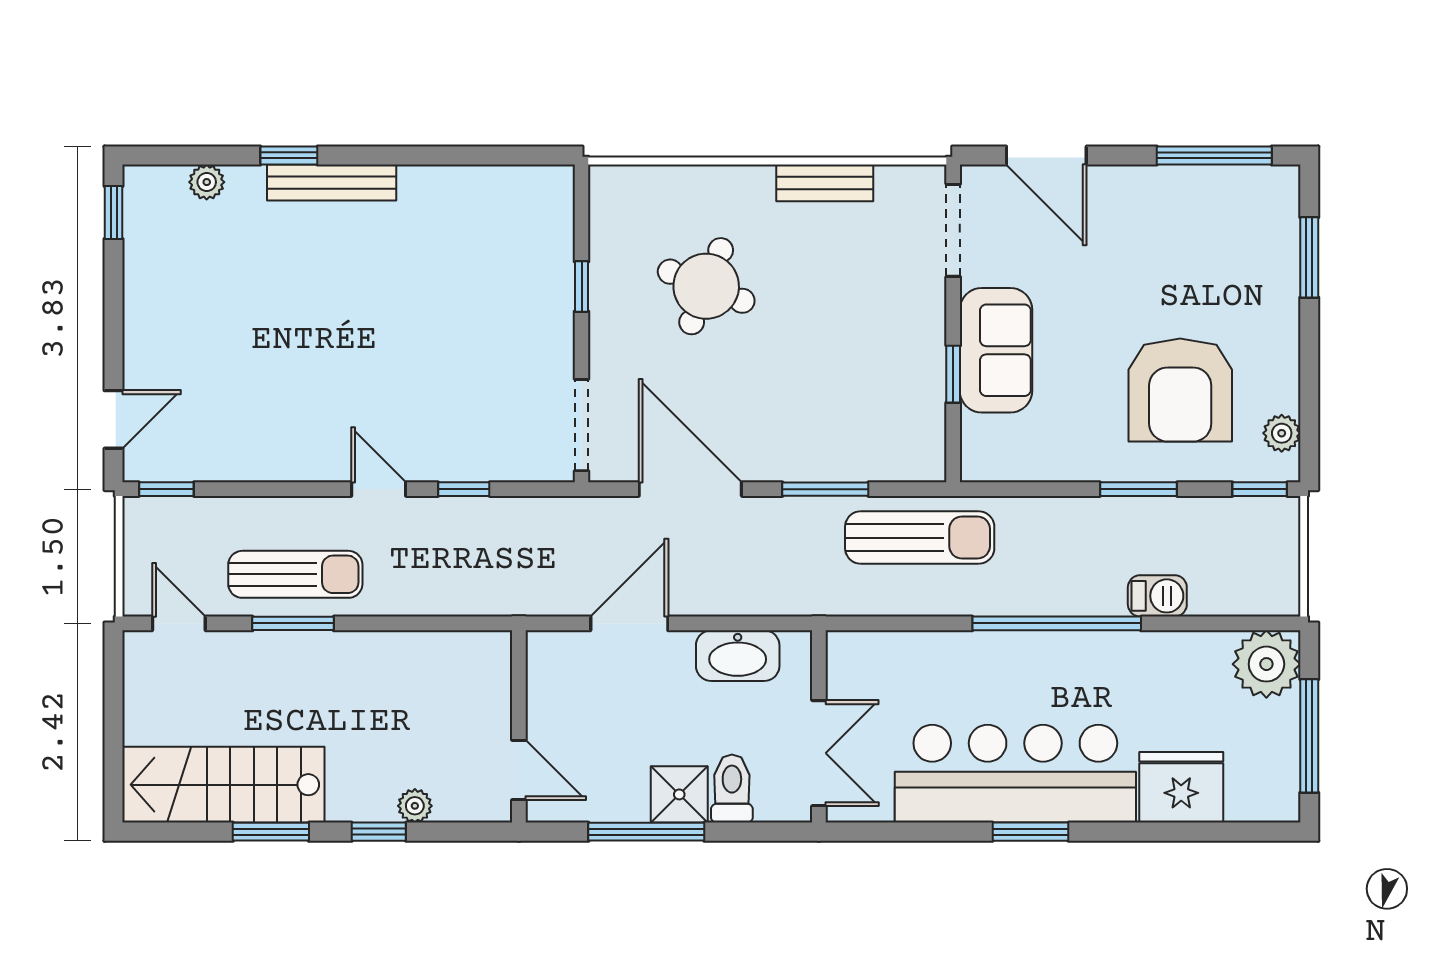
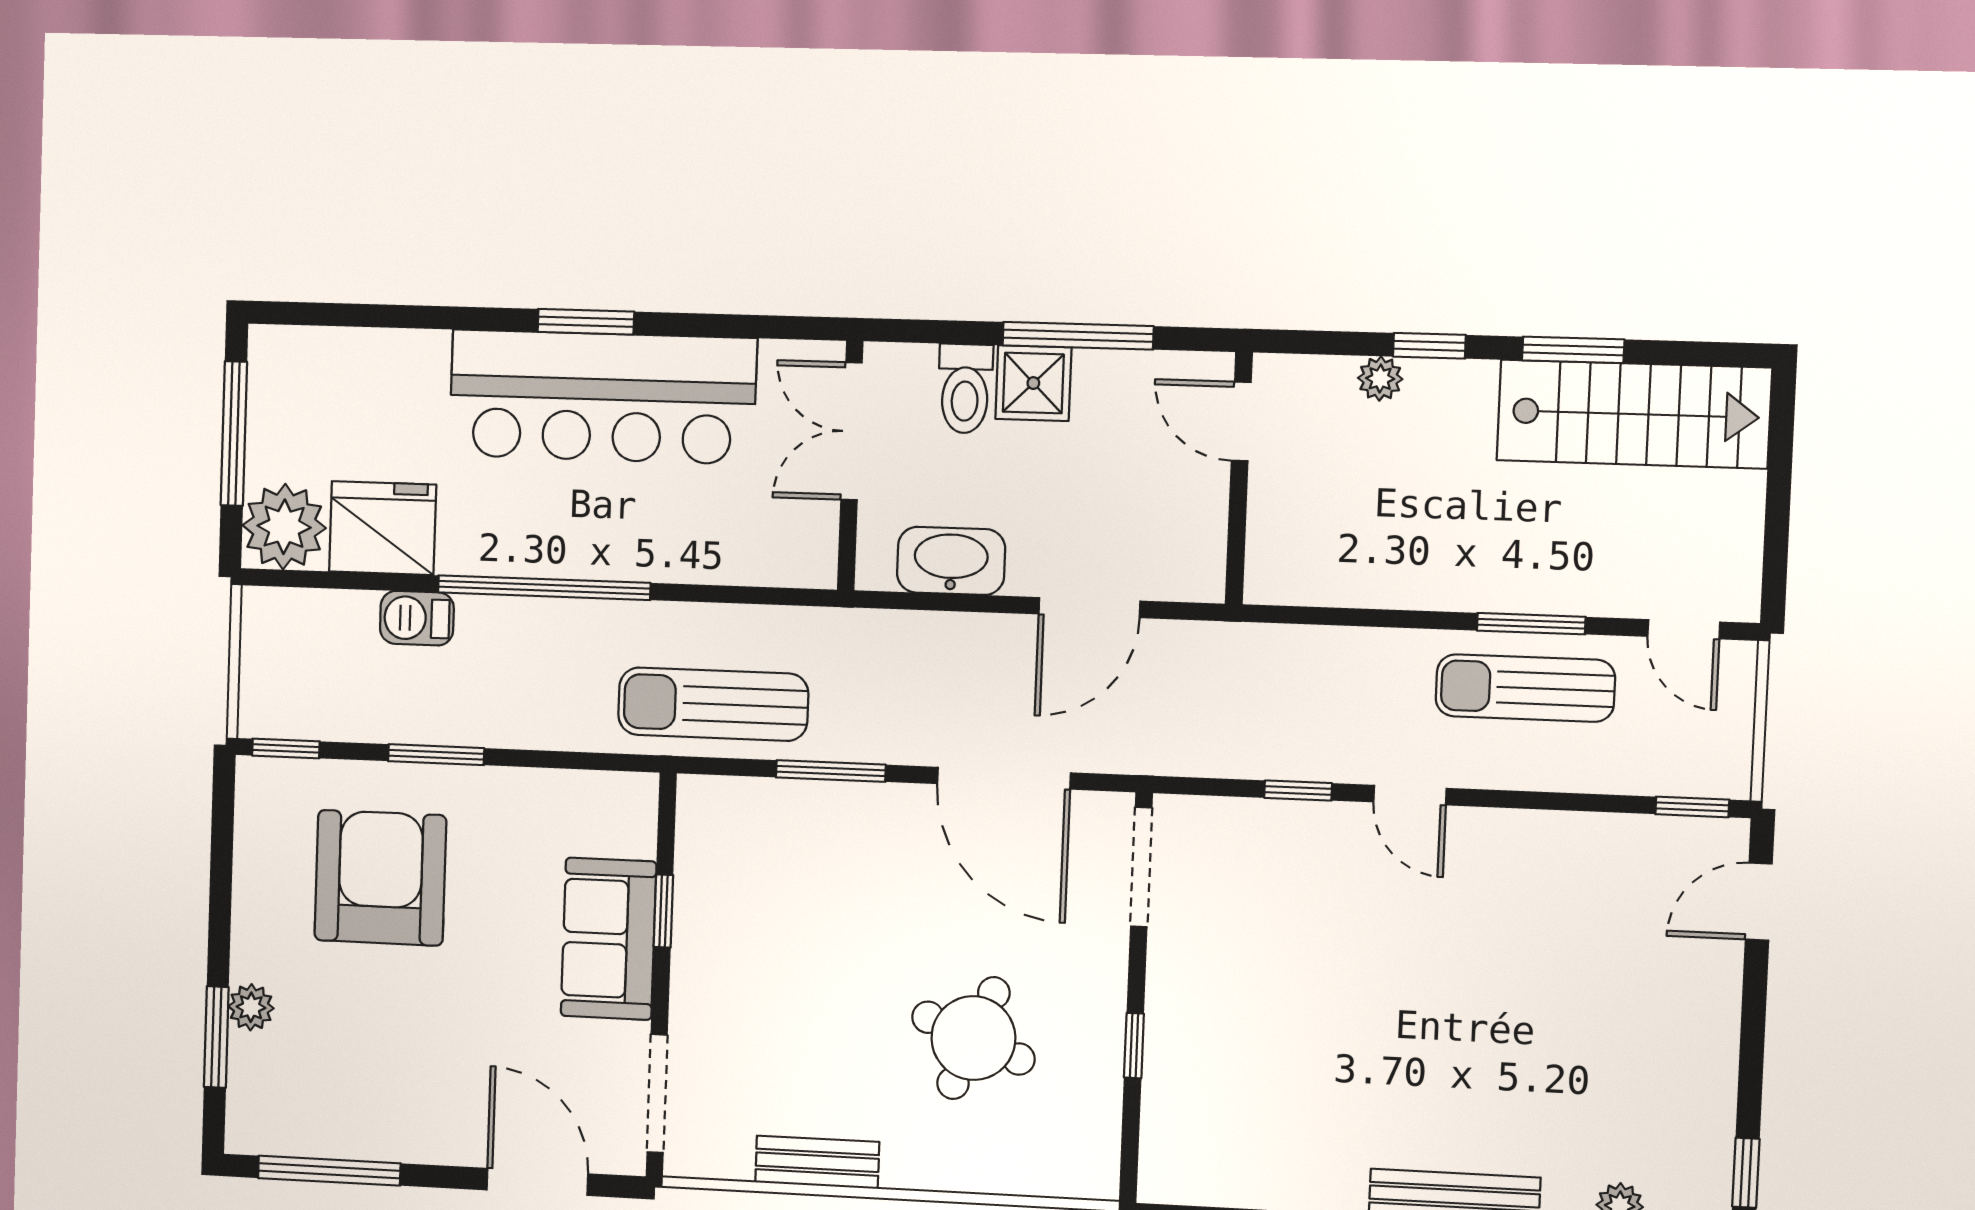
plant: (1282, 433) -> (251, 1007), moved
fridge: (1181, 787) -> (383, 528), moved, turned 180

